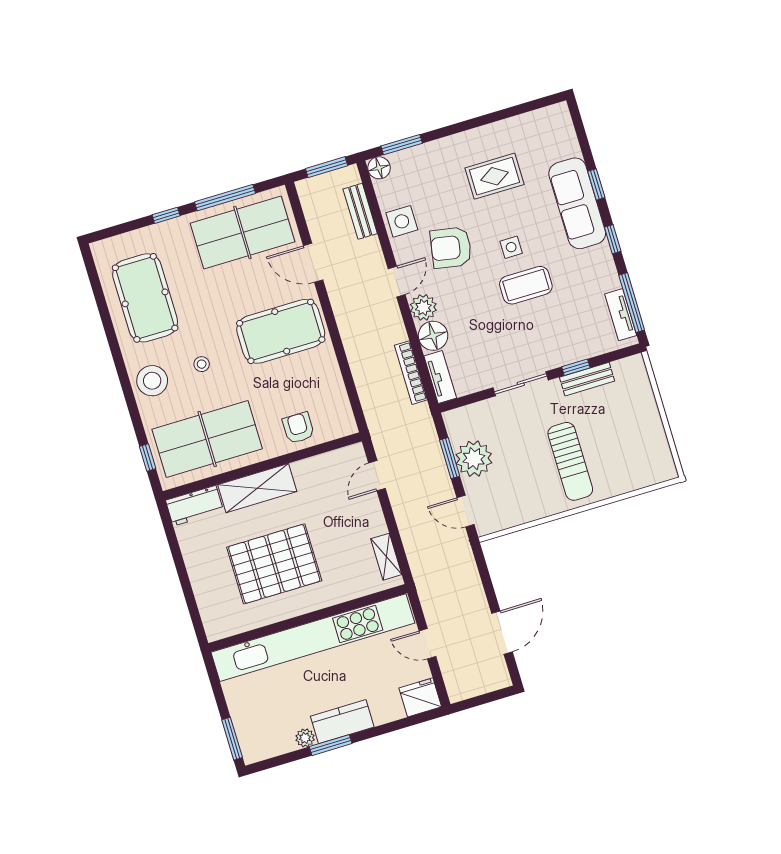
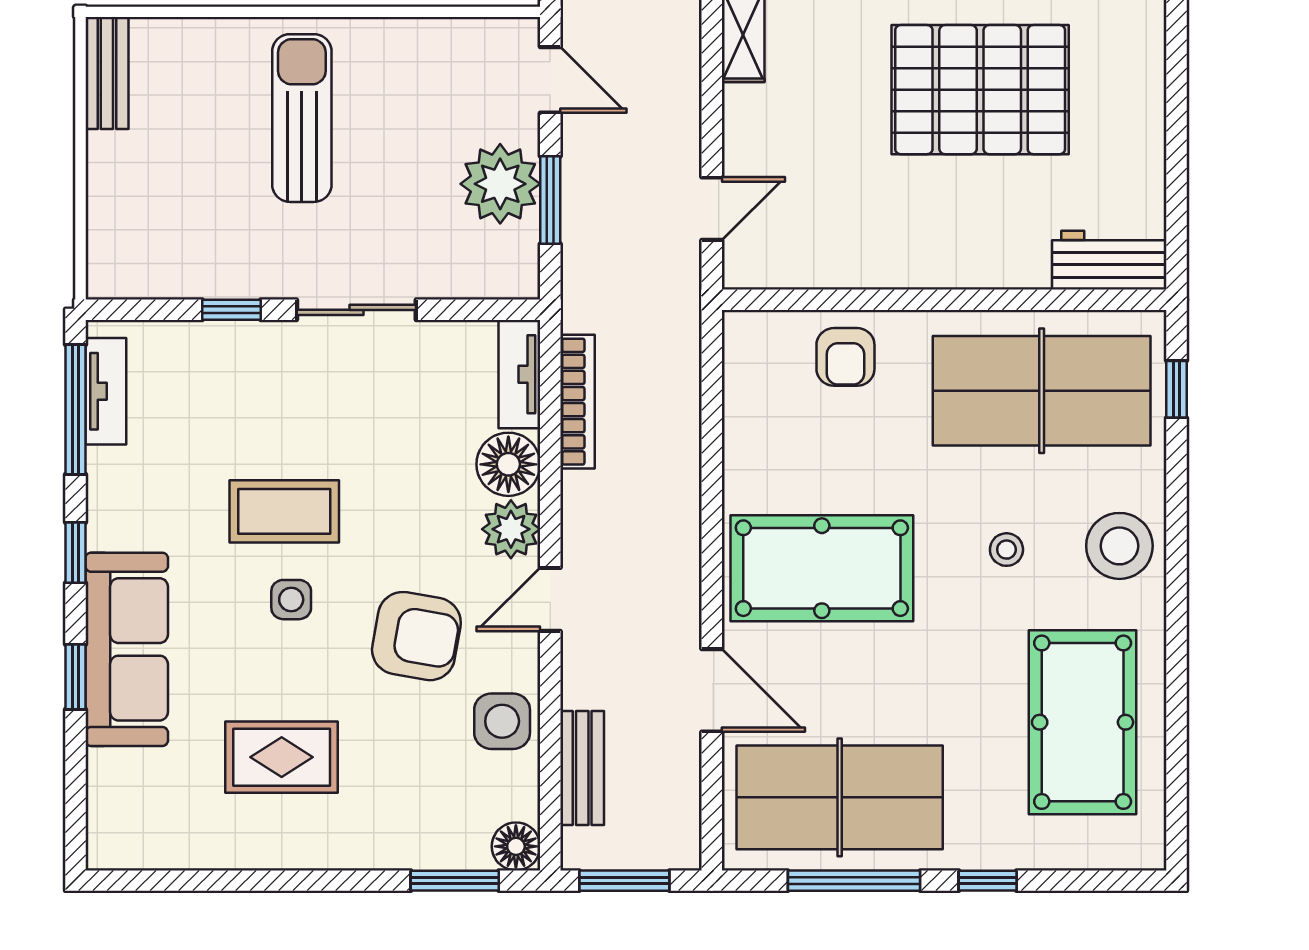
bench: (587, 379) -> (107, 73), moved, turned 90
shelving: (257, 488) -> (968, 258), removed

